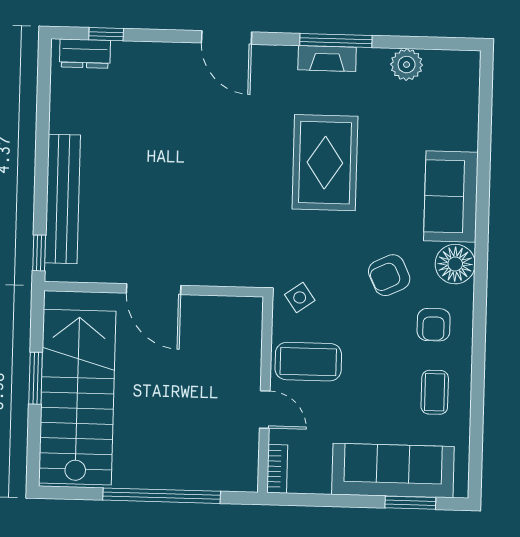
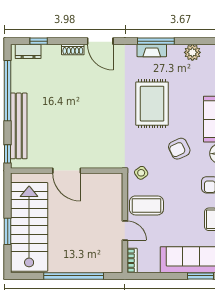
shoe rack: (173, 52) -> (73, 50), added
window: (43, 129) -> (8, 91), added
armchair: (389, 275) -> (179, 149), moved
window: (36, 378) -> (8, 231), moved

